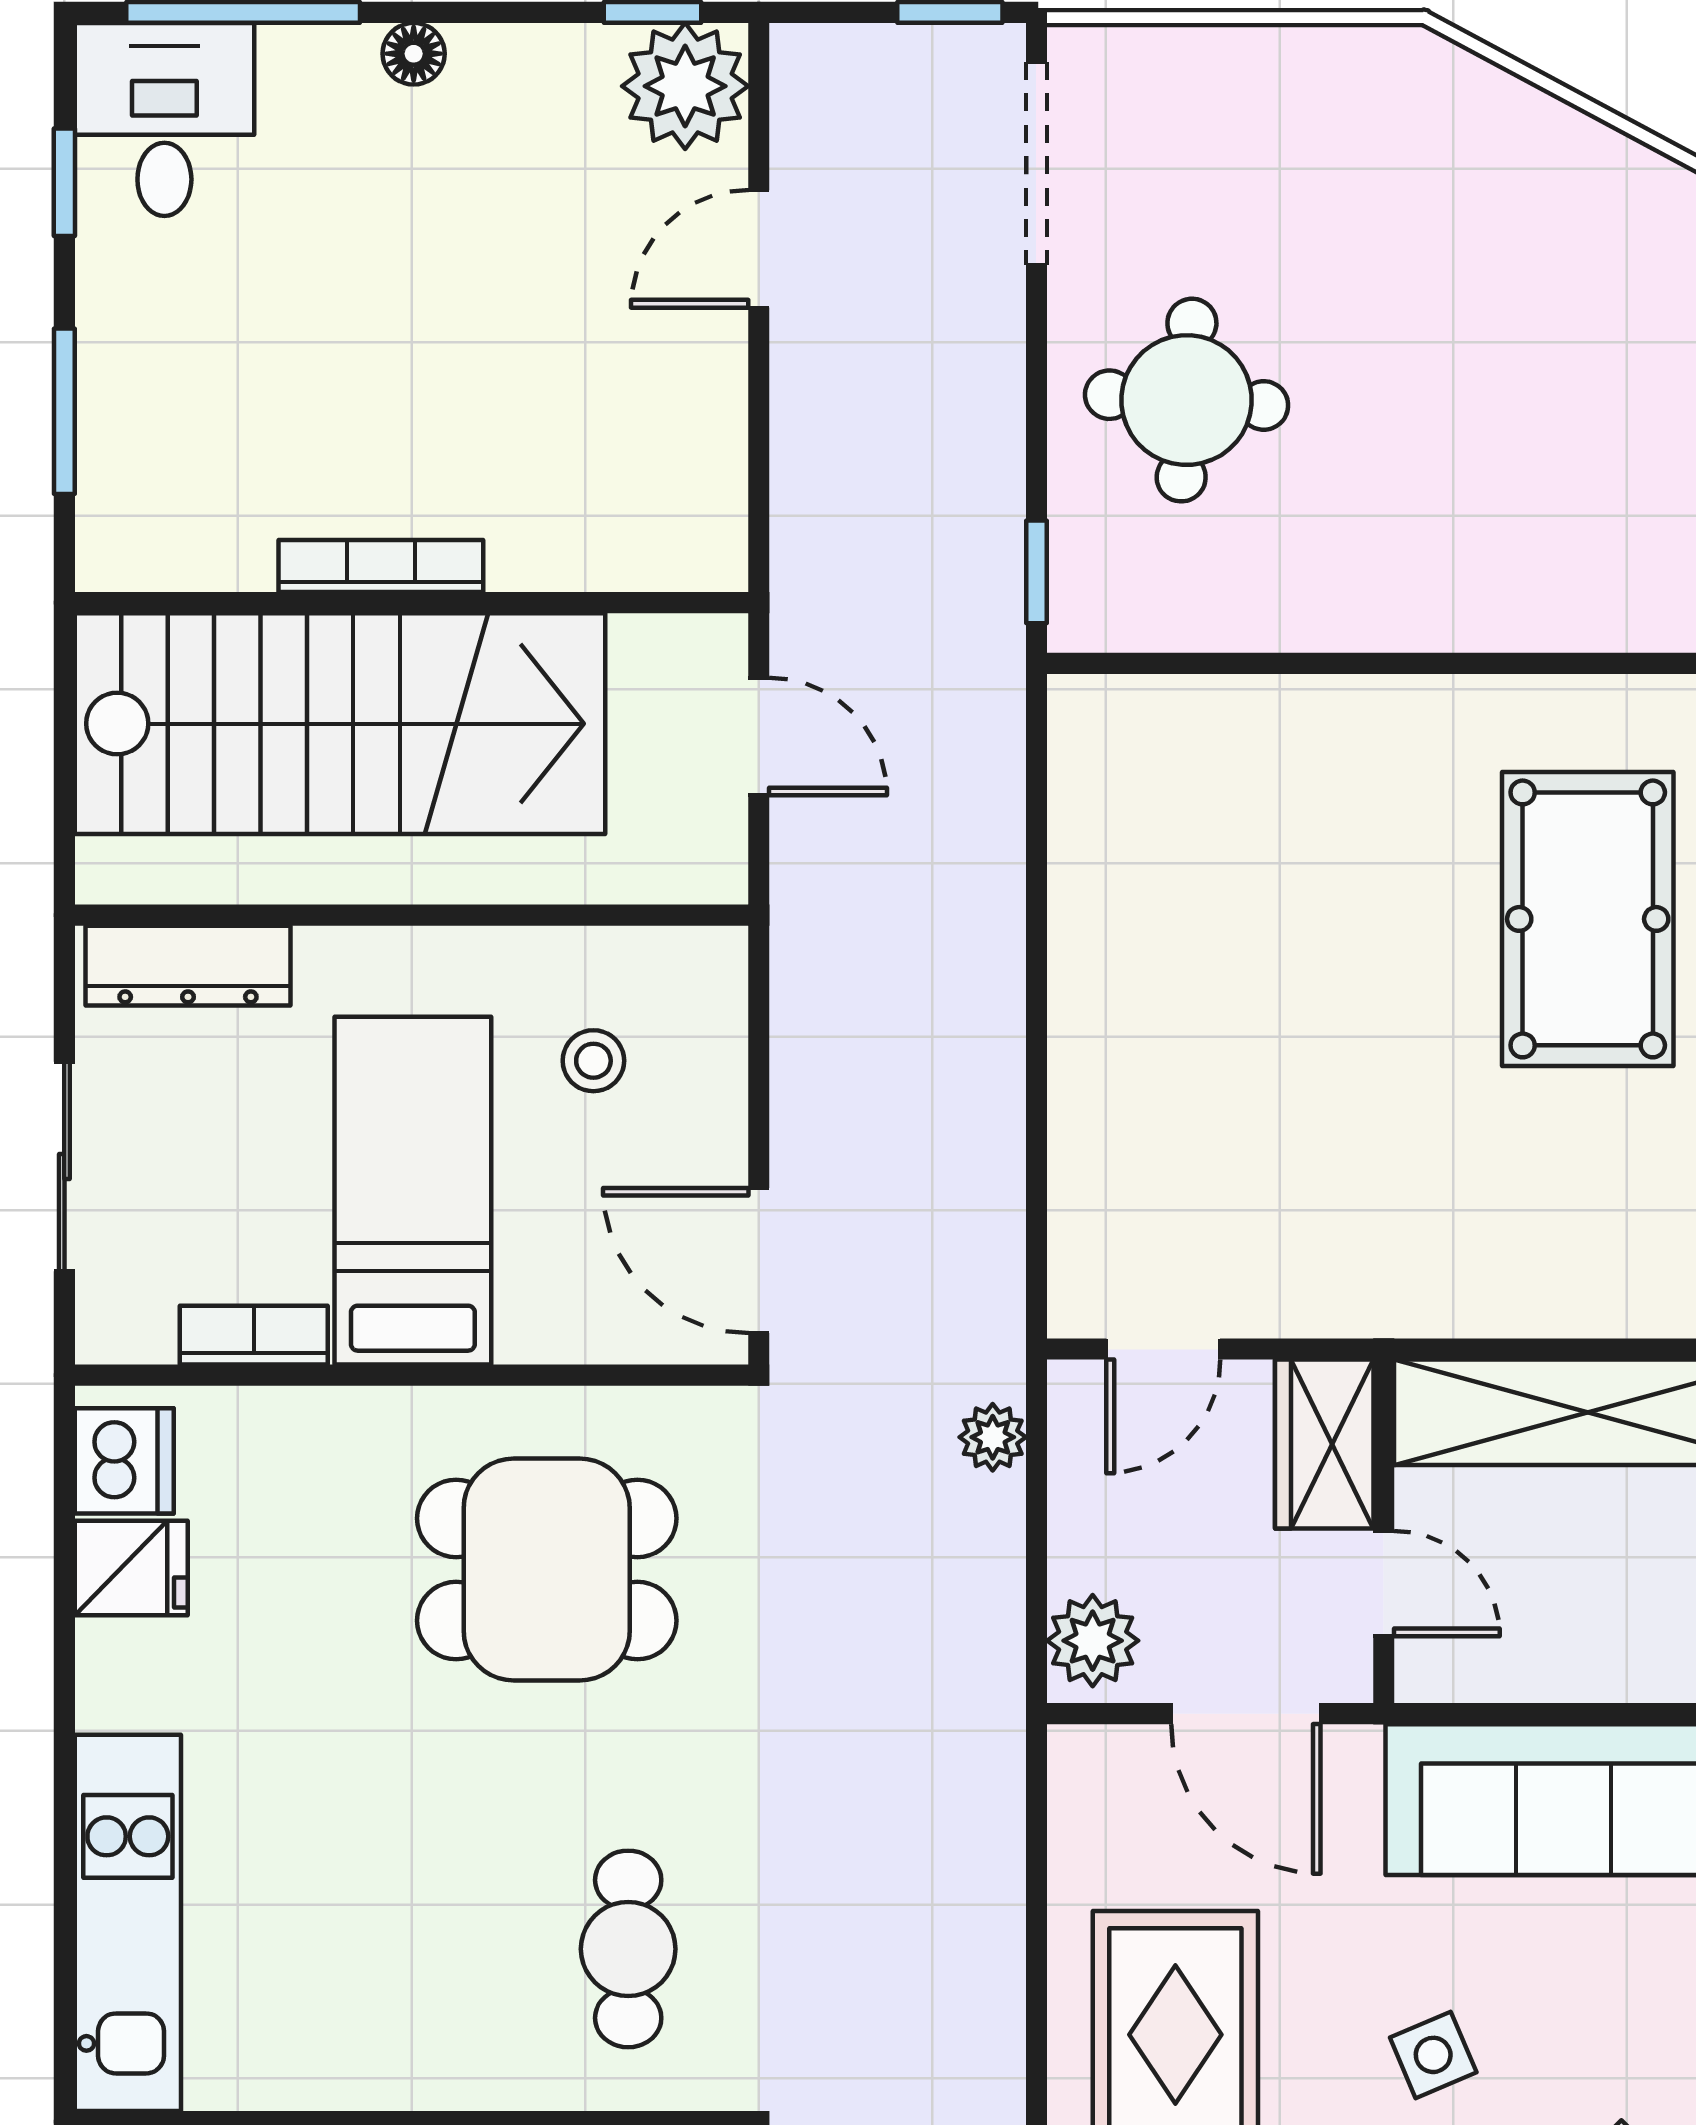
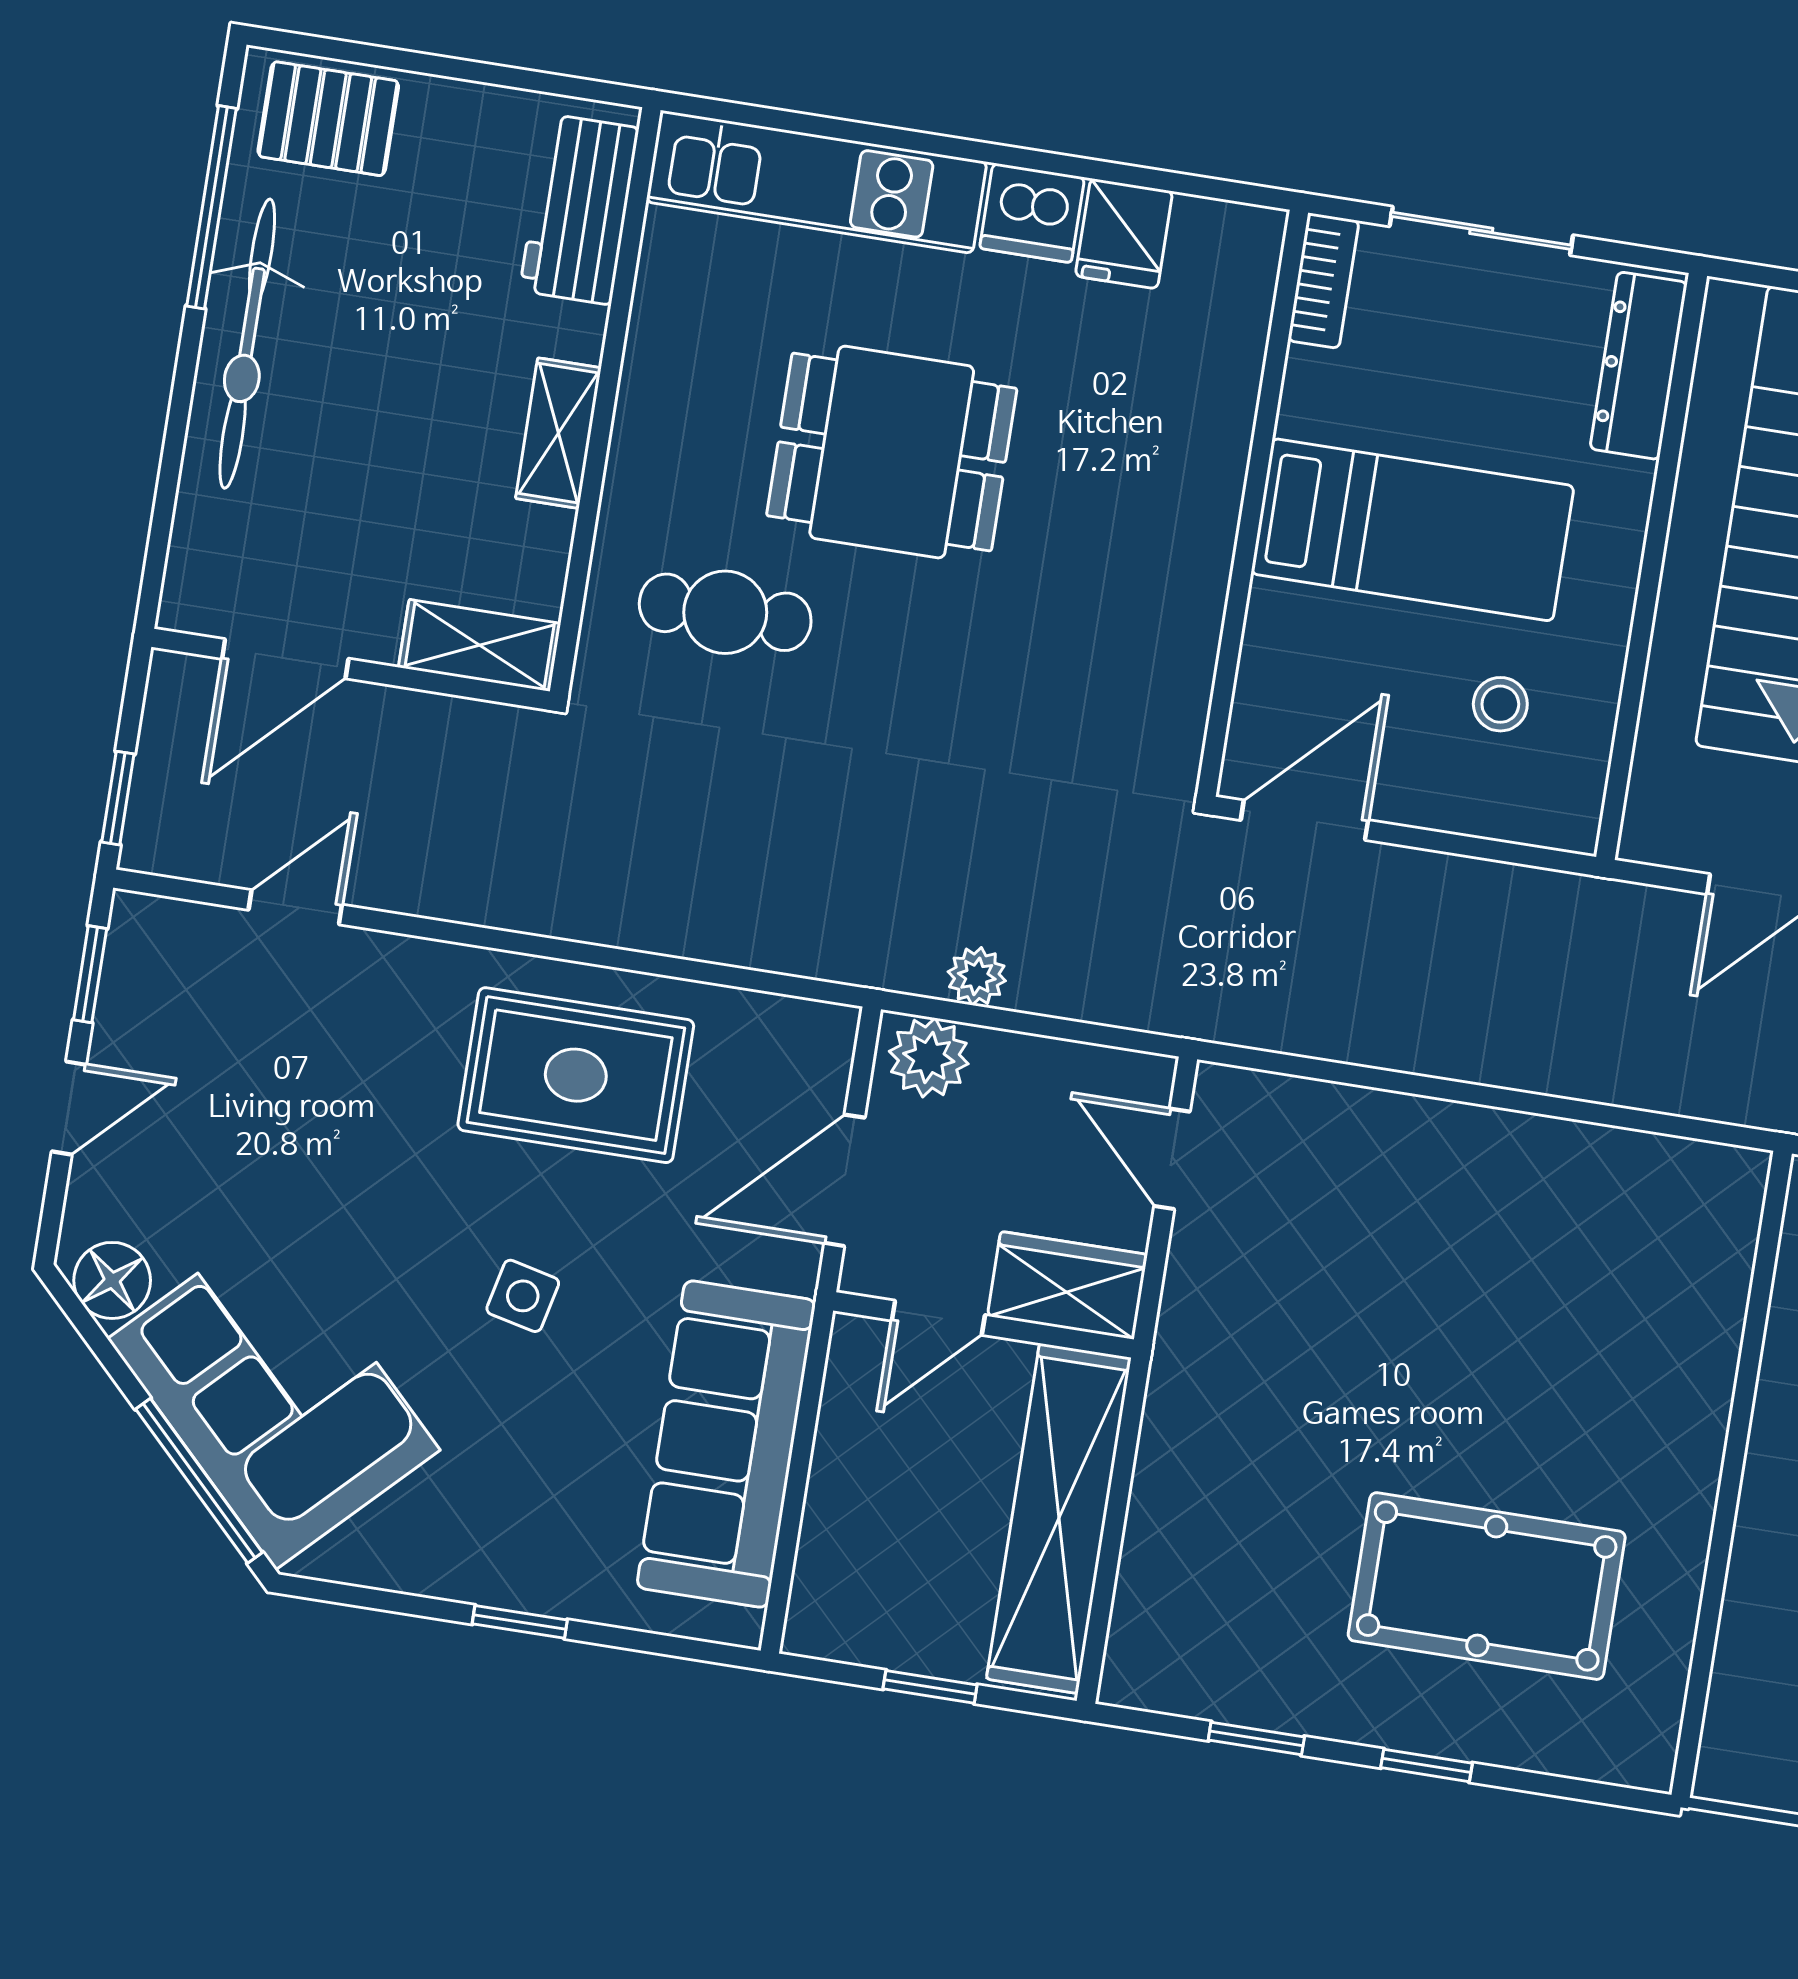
bookcase: (254, 1335) -> (1323, 281), moved
plant: (993, 1437) -> (977, 976), moved
dishwasher: (124, 1461) -> (1032, 213), moved
dining table: (547, 1569) -> (892, 452), moved, turned 90
side table: (1433, 2055) -> (523, 1296), turned 36

